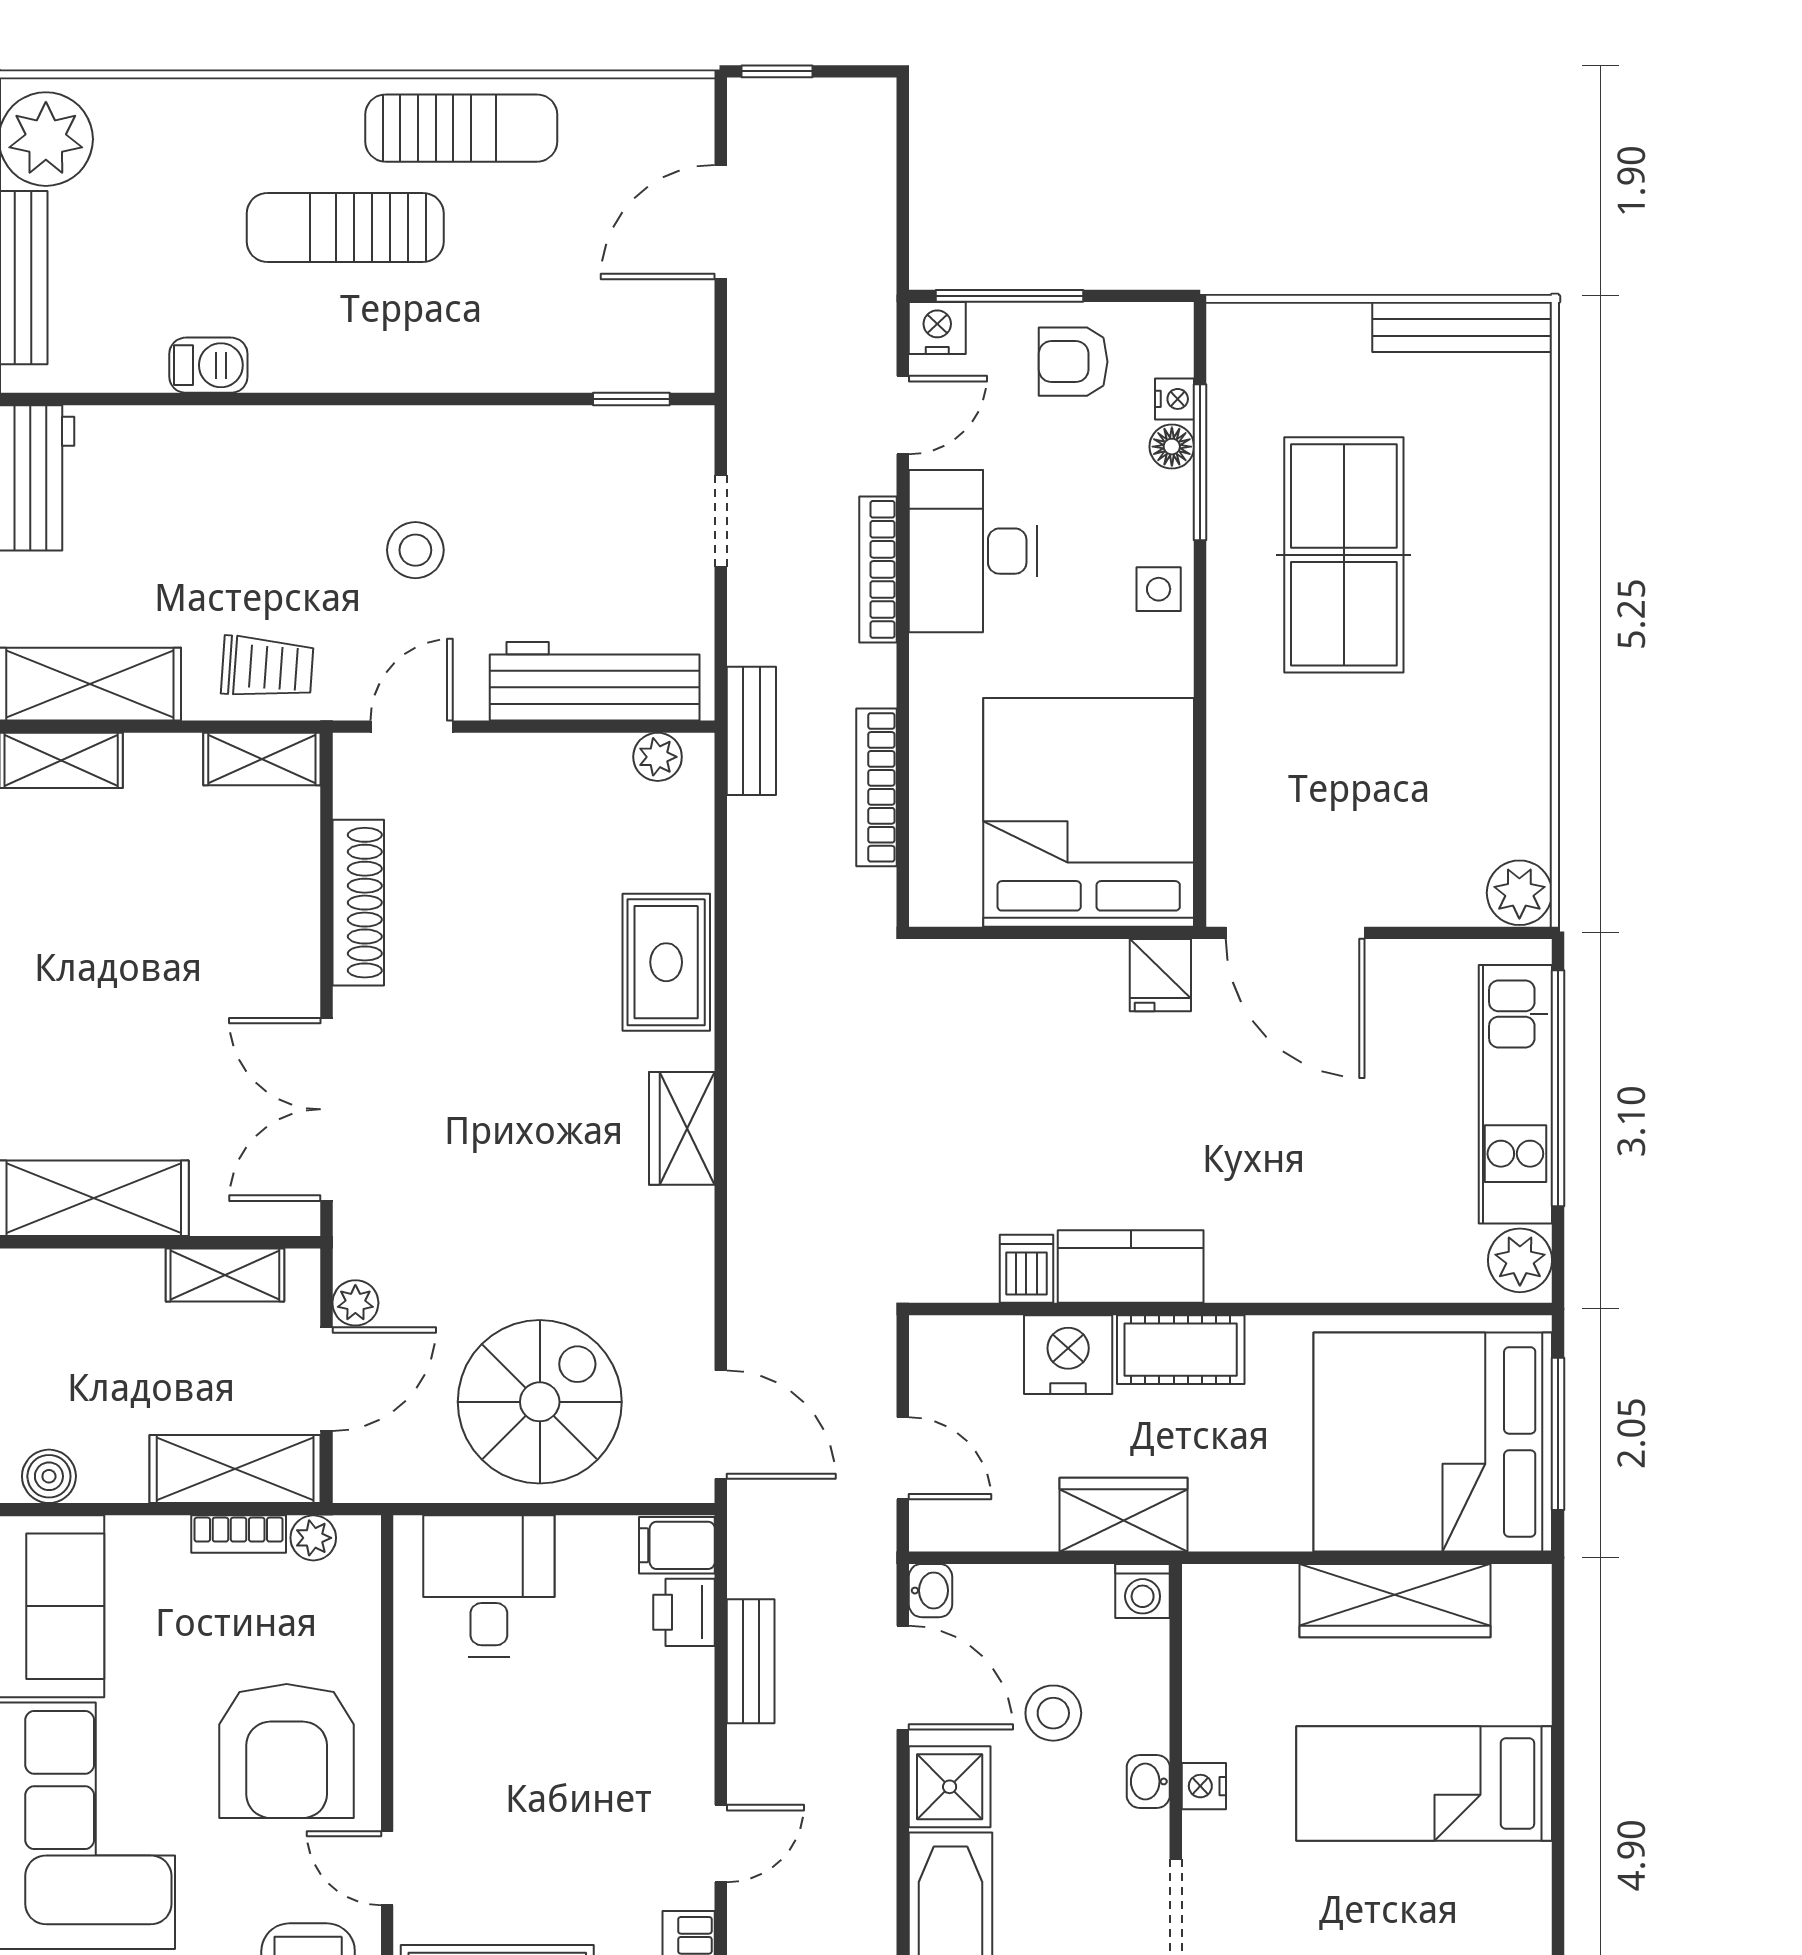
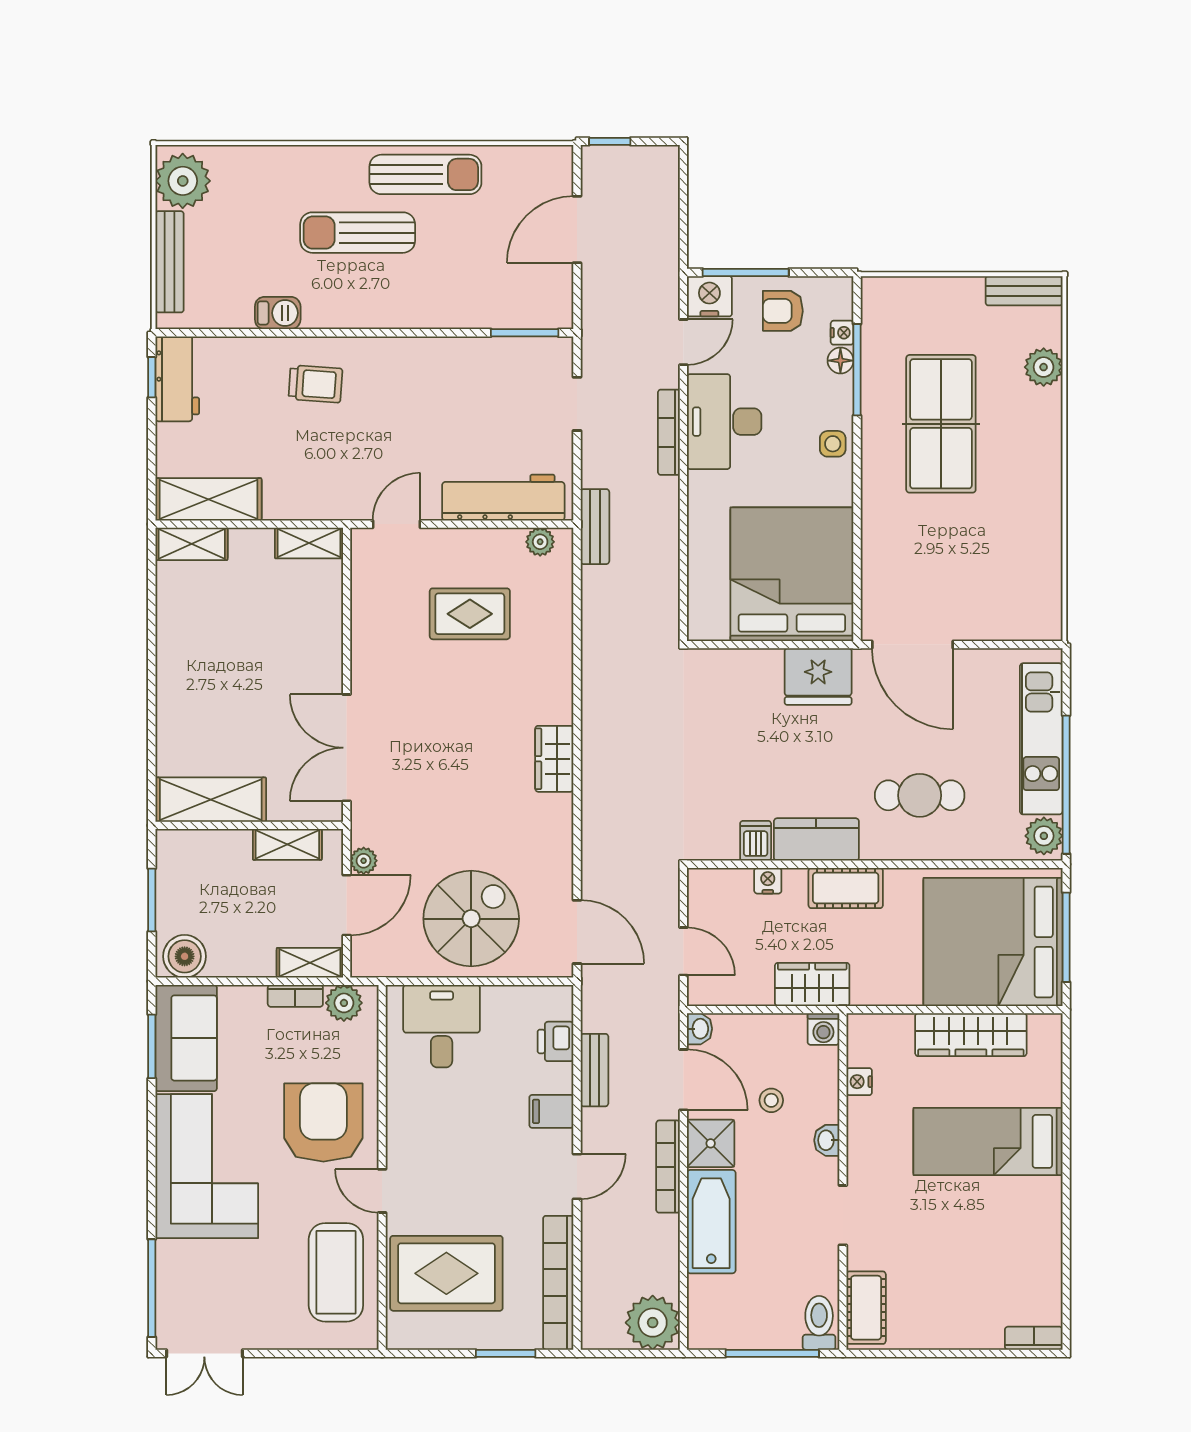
bench: (1462, 327) -> (1024, 291), width x0.73
nightstand: (937, 328) -> (709, 296), width x1.36, depth x1.33
window: (631, 399) -> (525, 333), width x1.50
stool: (415, 550) -> (399, 421), removed
trolley: (267, 667) -> (315, 384), moved
bookcase: (877, 787) -> (668, 1167), moved
plant: (1519, 893) -> (1044, 367), moved
shoe rack: (358, 903) -> (365, 627), removed
rug: (666, 962) -> (470, 614), moved, turned 90
fridge: (1160, 975) -> (818, 676), width x1.88, depth x1.34
window: (1558, 1088) -> (1066, 785), moved
cafe table: (1307, 1191) -> (920, 795), added
nightstand: (1068, 1355) -> (768, 881), width x0.53, depth x0.56
shelving: (235, 1469) -> (310, 963), width x0.67, depth x0.75
boiler: (49, 1476) -> (185, 956), width x1.36, depth x1.36
plant: (313, 1538) -> (344, 1003), width x1.38, depth x1.38
filing cabinet: (677, 1545) -> (551, 1111), moved
stool: (1053, 1713) -> (771, 1100), width x0.73, depth x0.73
armchair: (287, 1751) -> (323, 1122), turned 180
nightstand: (1204, 1786) -> (859, 1082), moved

